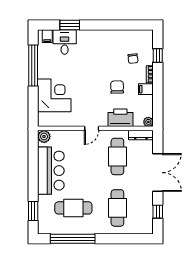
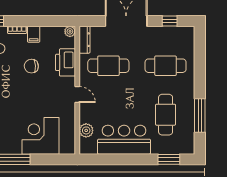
plant: (44, 136) -> (86, 130), moved
window: (73, 239) -> (200, 116), width x0.68

